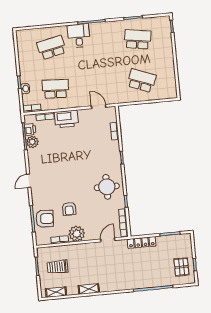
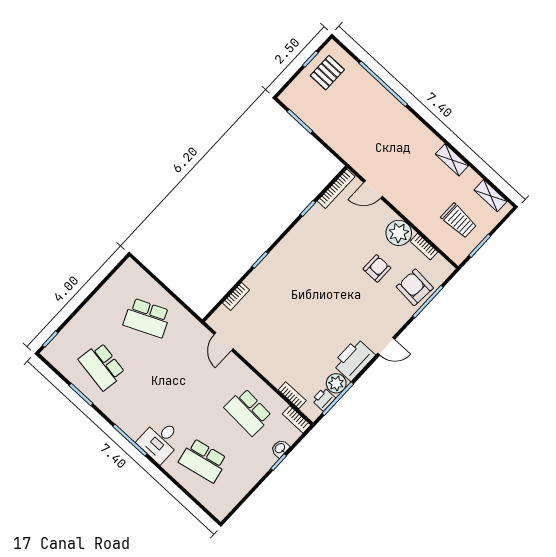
school desk: (142, 81) -> (147, 318), turned -45
printer: (66, 119) -> (354, 359), moved, turned -90
round table: (107, 187) -> (311, 247), removed
locker: (142, 242) -> (340, 146), removed

